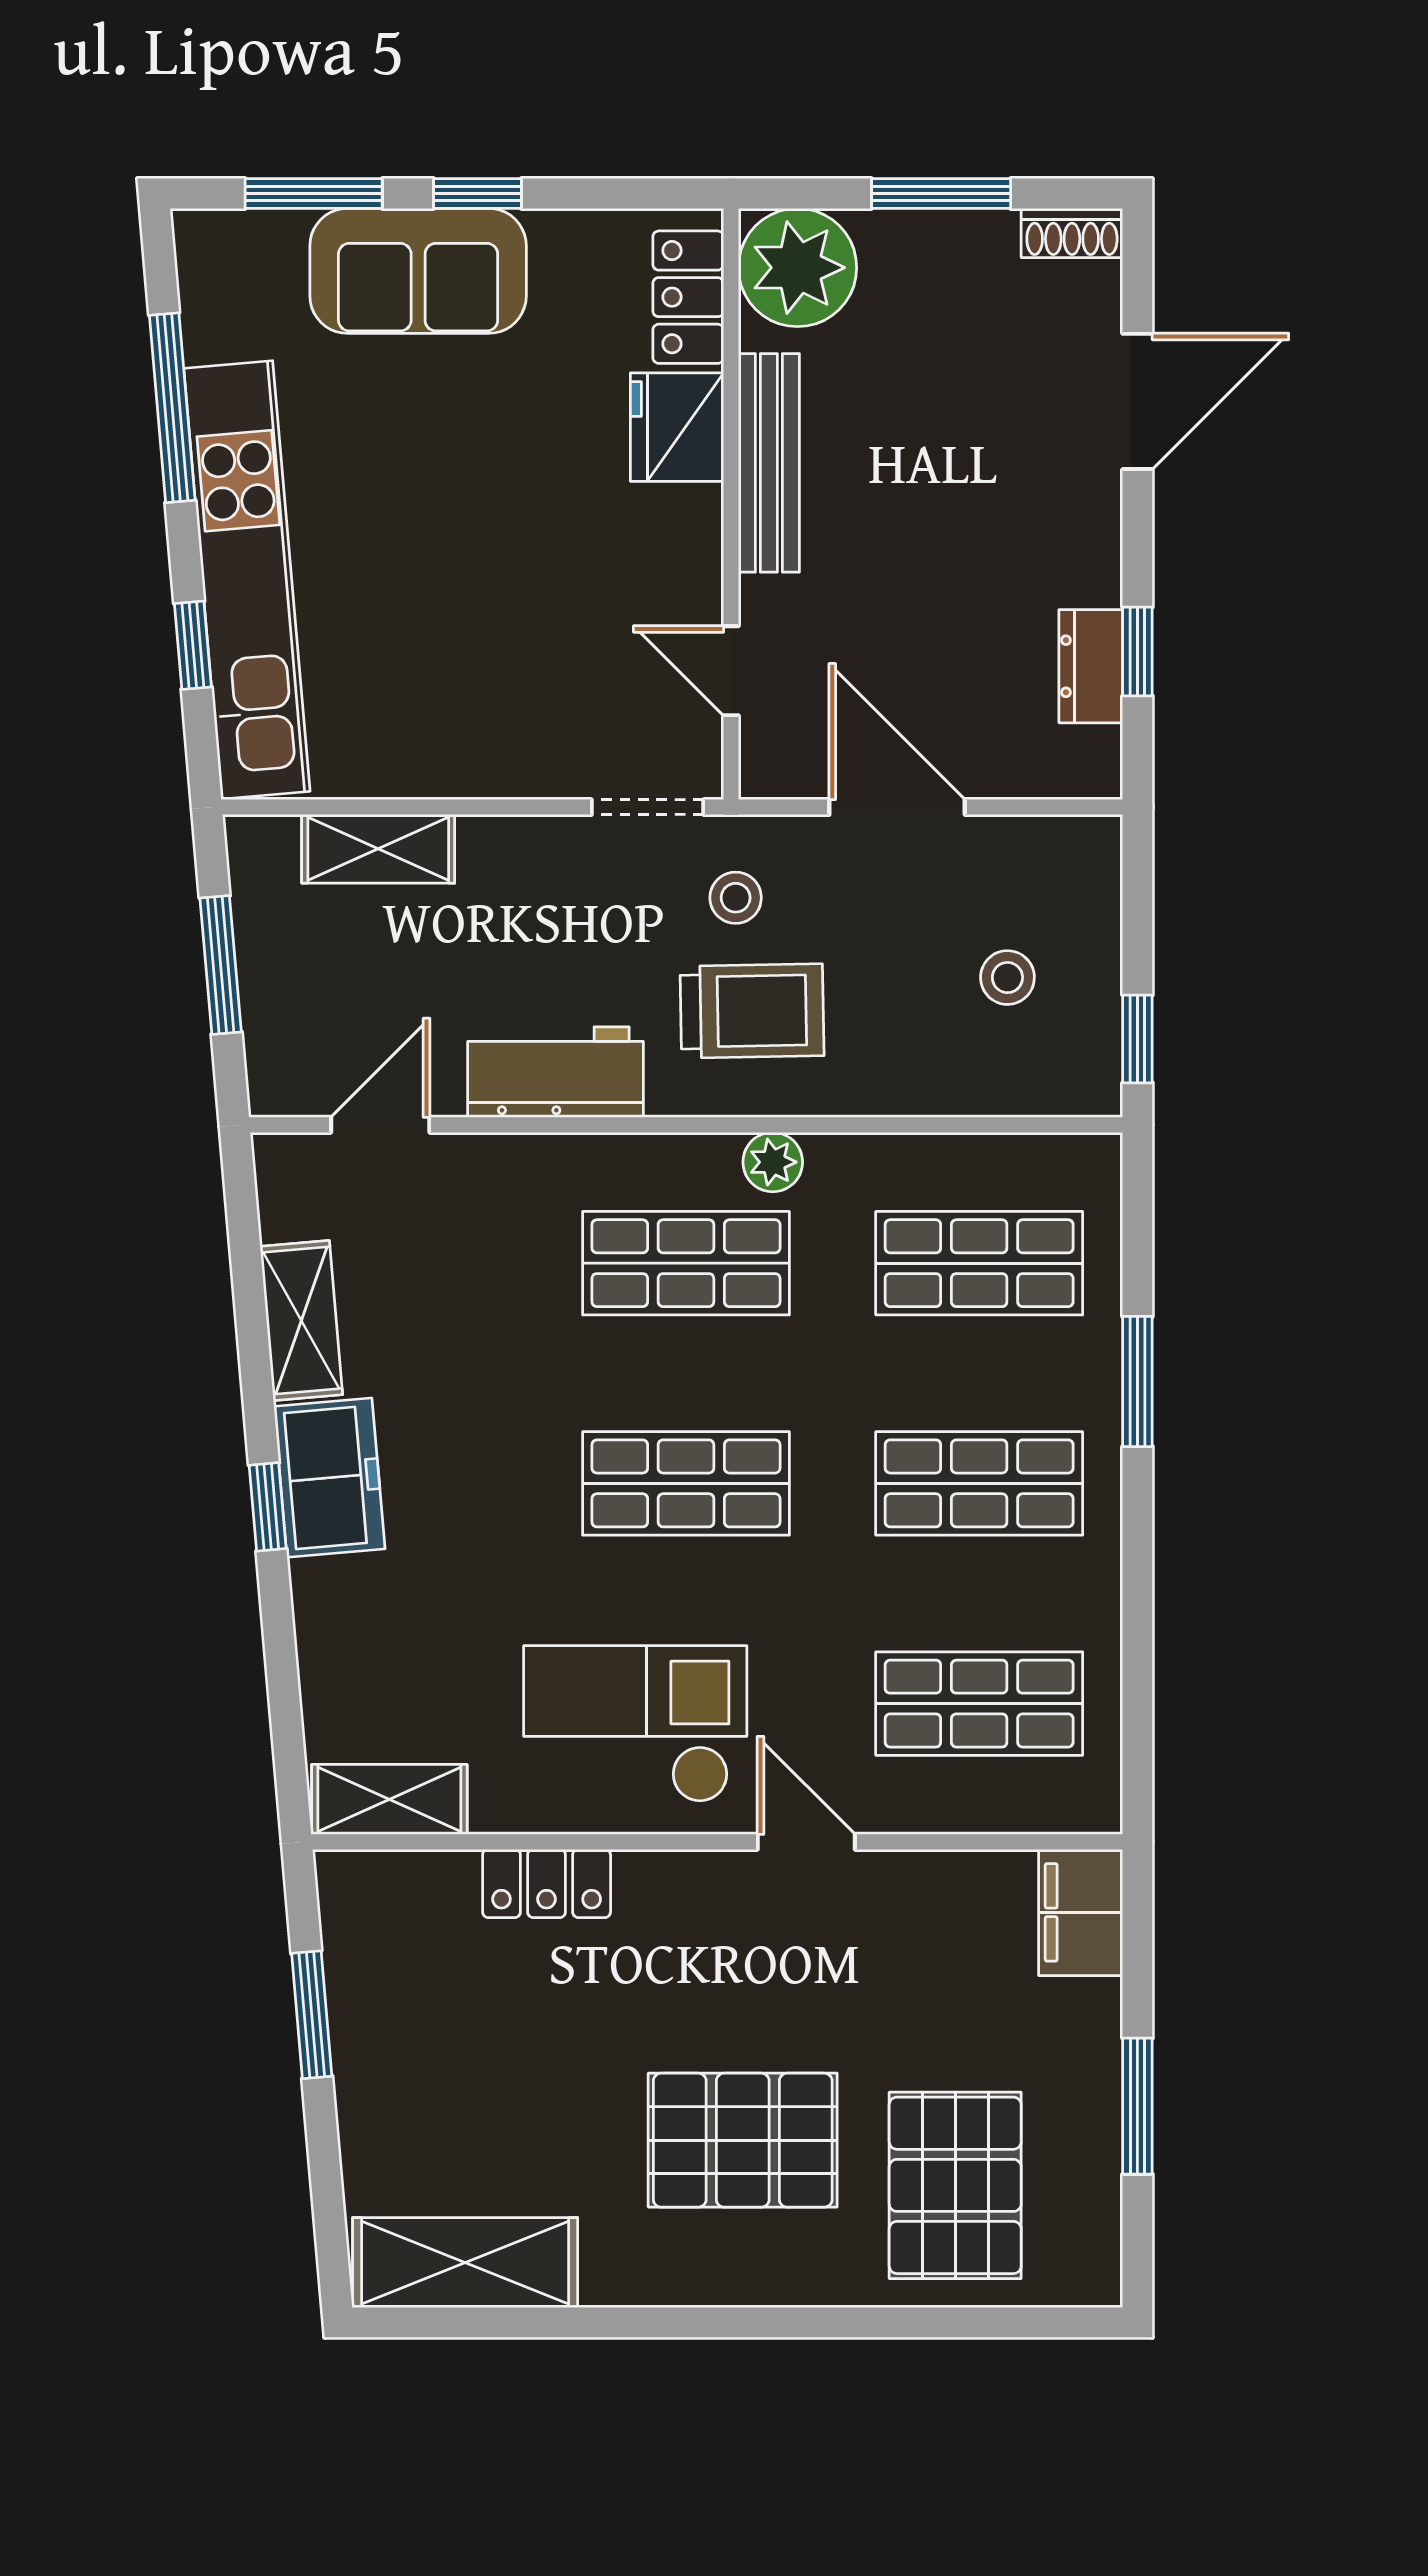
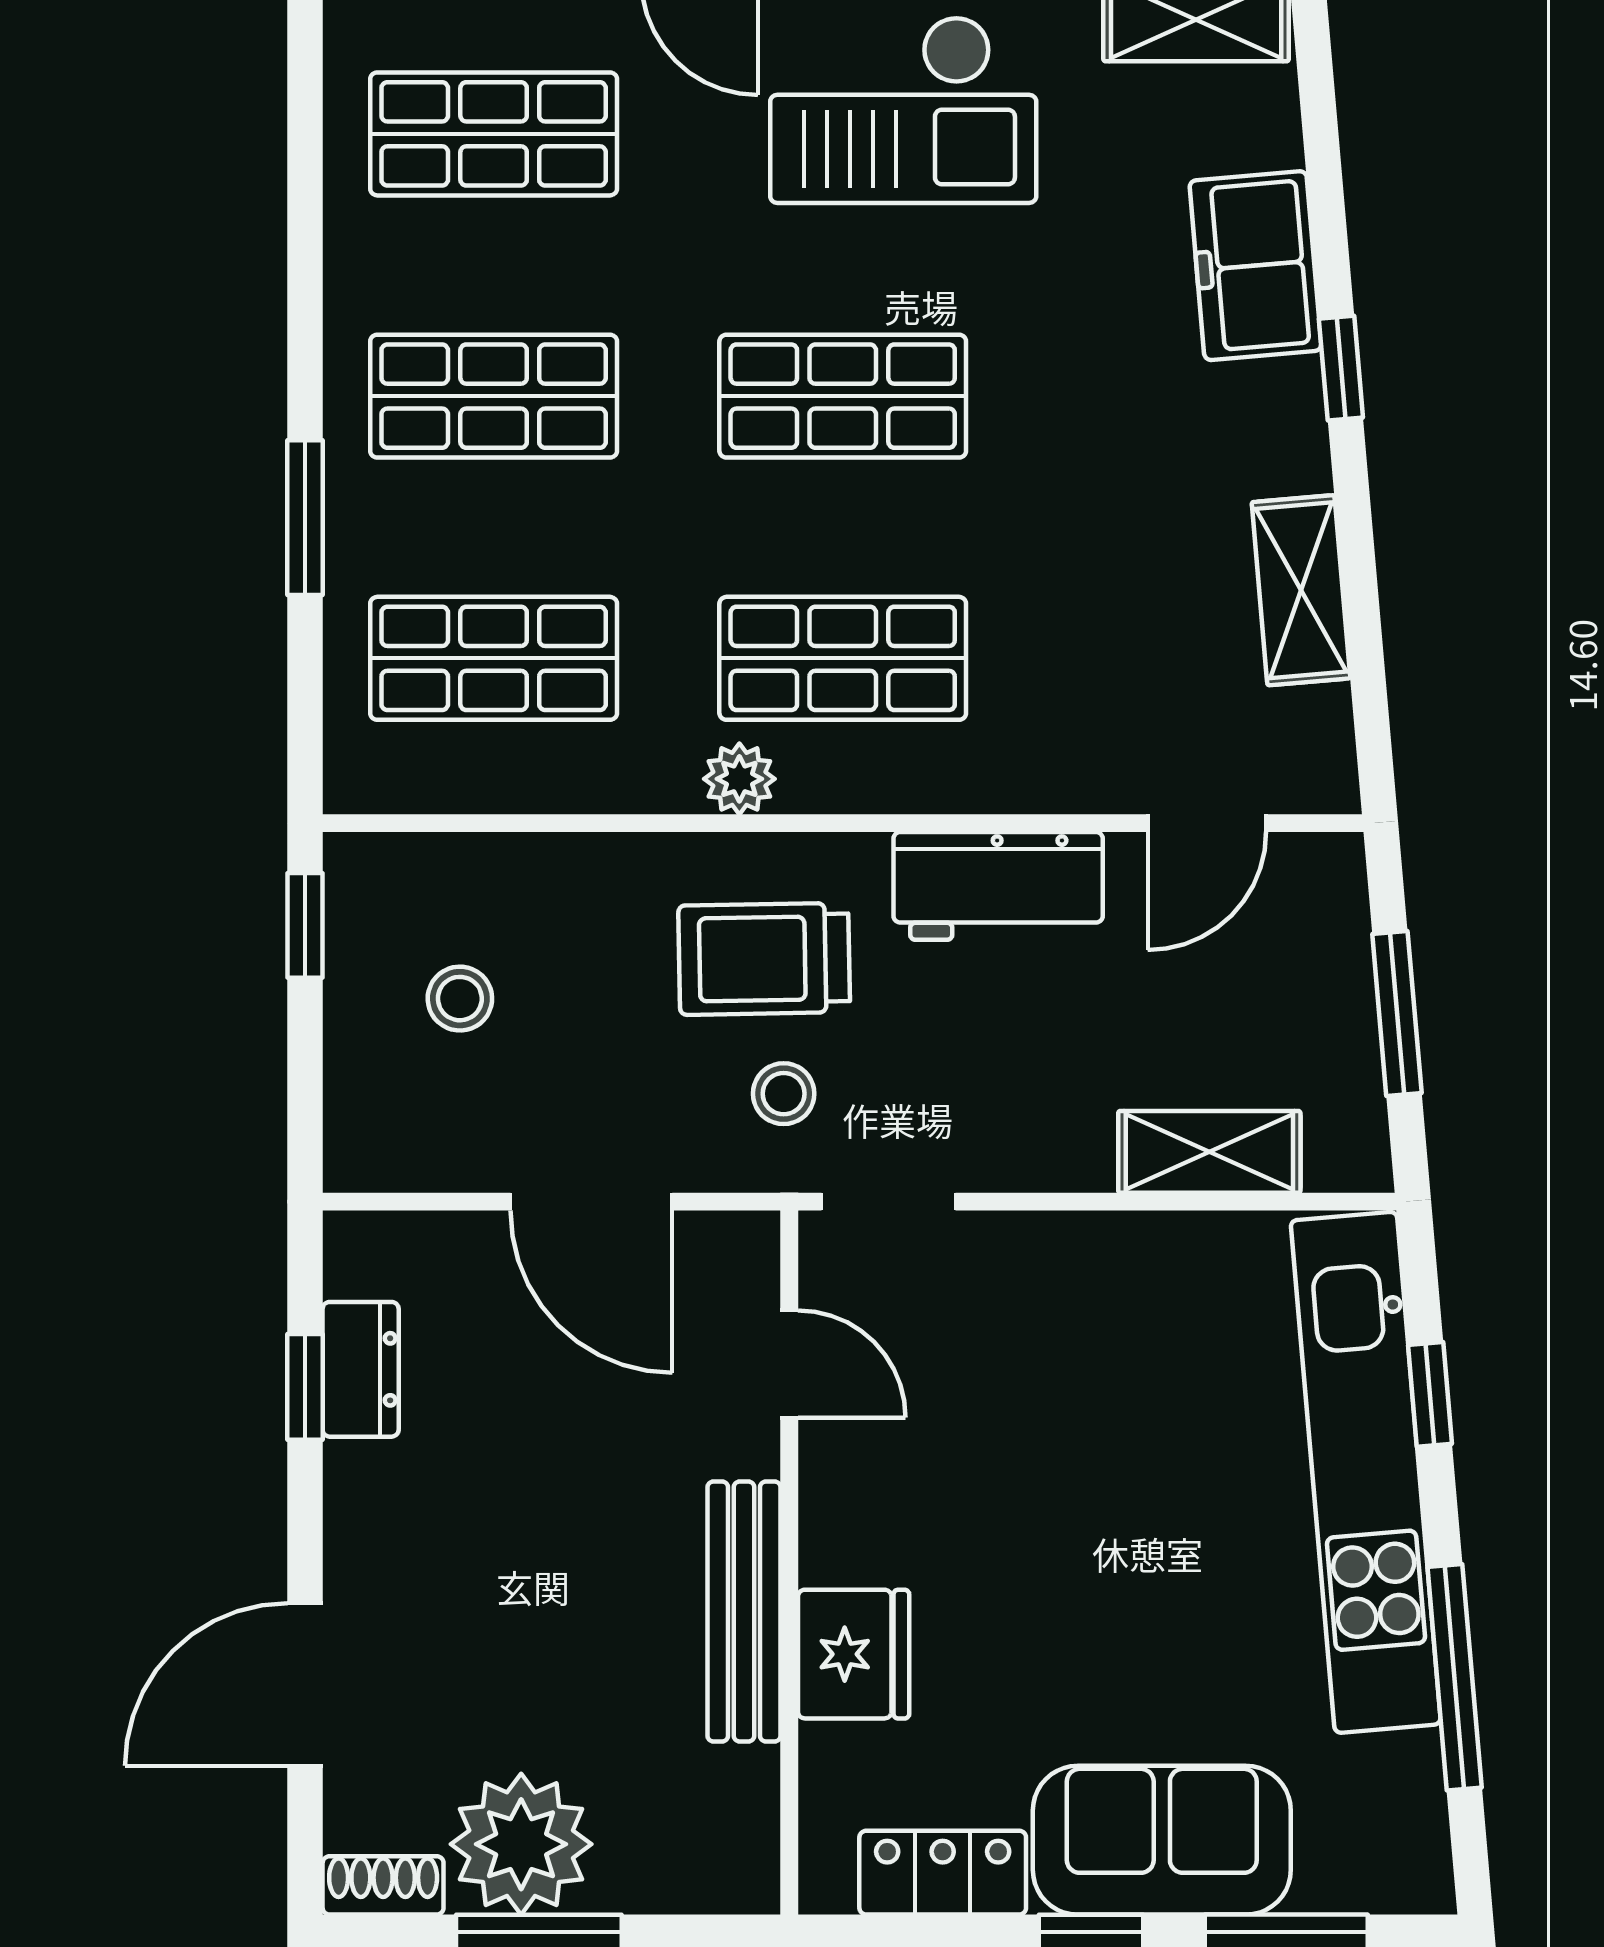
plant: (798, 268) -> (521, 1844), moved
locker: (688, 297) -> (943, 1873), moved, turned -90
freezer: (329, 1478) -> (1255, 266), moved

